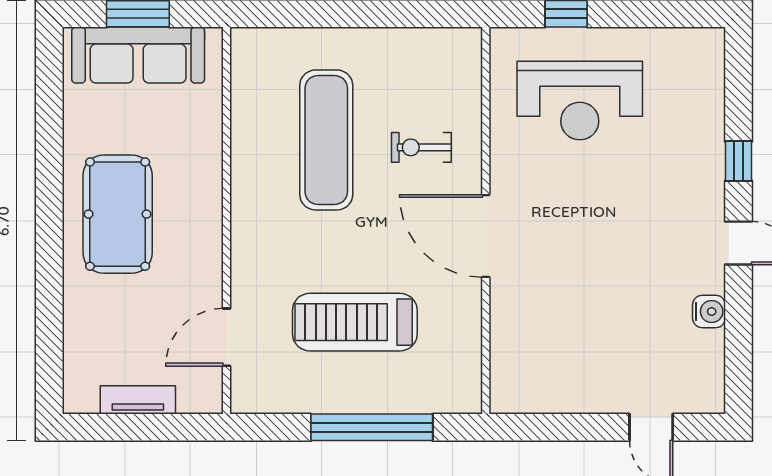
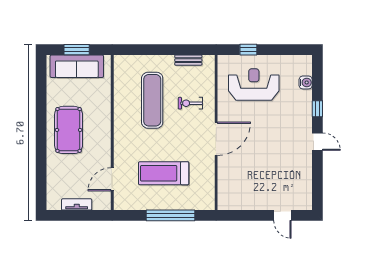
bench: (416, 40) -> (188, 60), added
reception desk: (580, 101) -> (254, 84), turned 180
door: (486, 236) -> (216, 139), swing flipped
water cooler: (709, 312) -> (306, 82), moved

